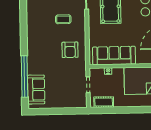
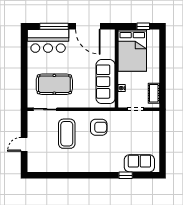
coffee table: (63, 19) -> (67, 134), width x1.86, depth x1.72
window: (25, 76) -> (126, 175), width x0.32

